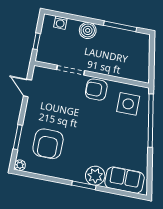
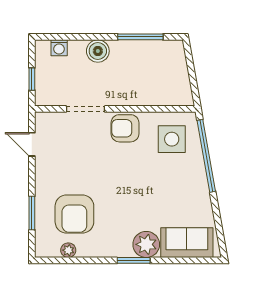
plant: (20, 165) -> (68, 250), moved

